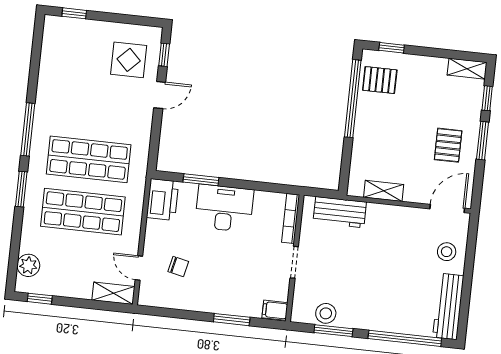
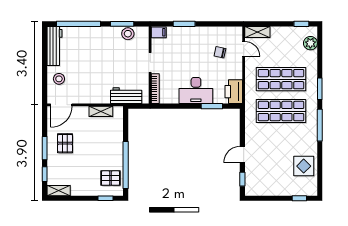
display table: (129, 60) -> (304, 166), moved

